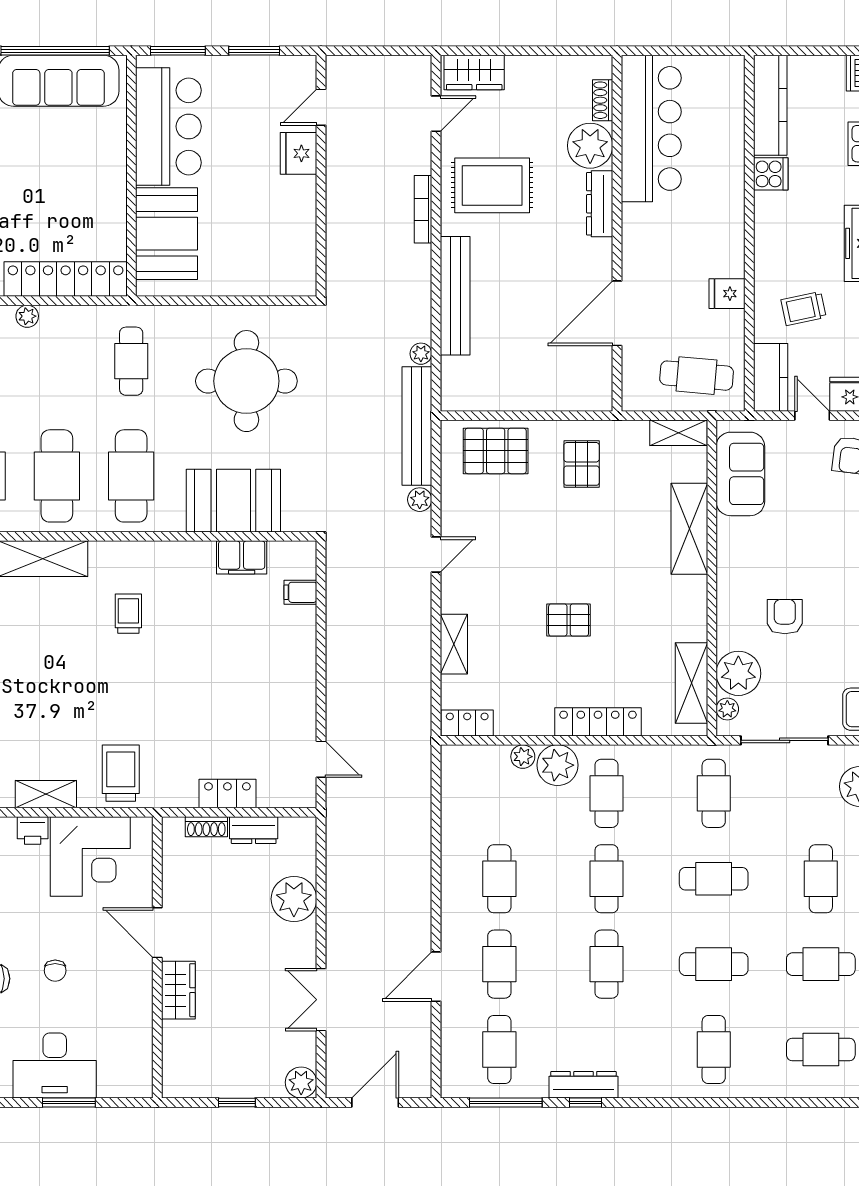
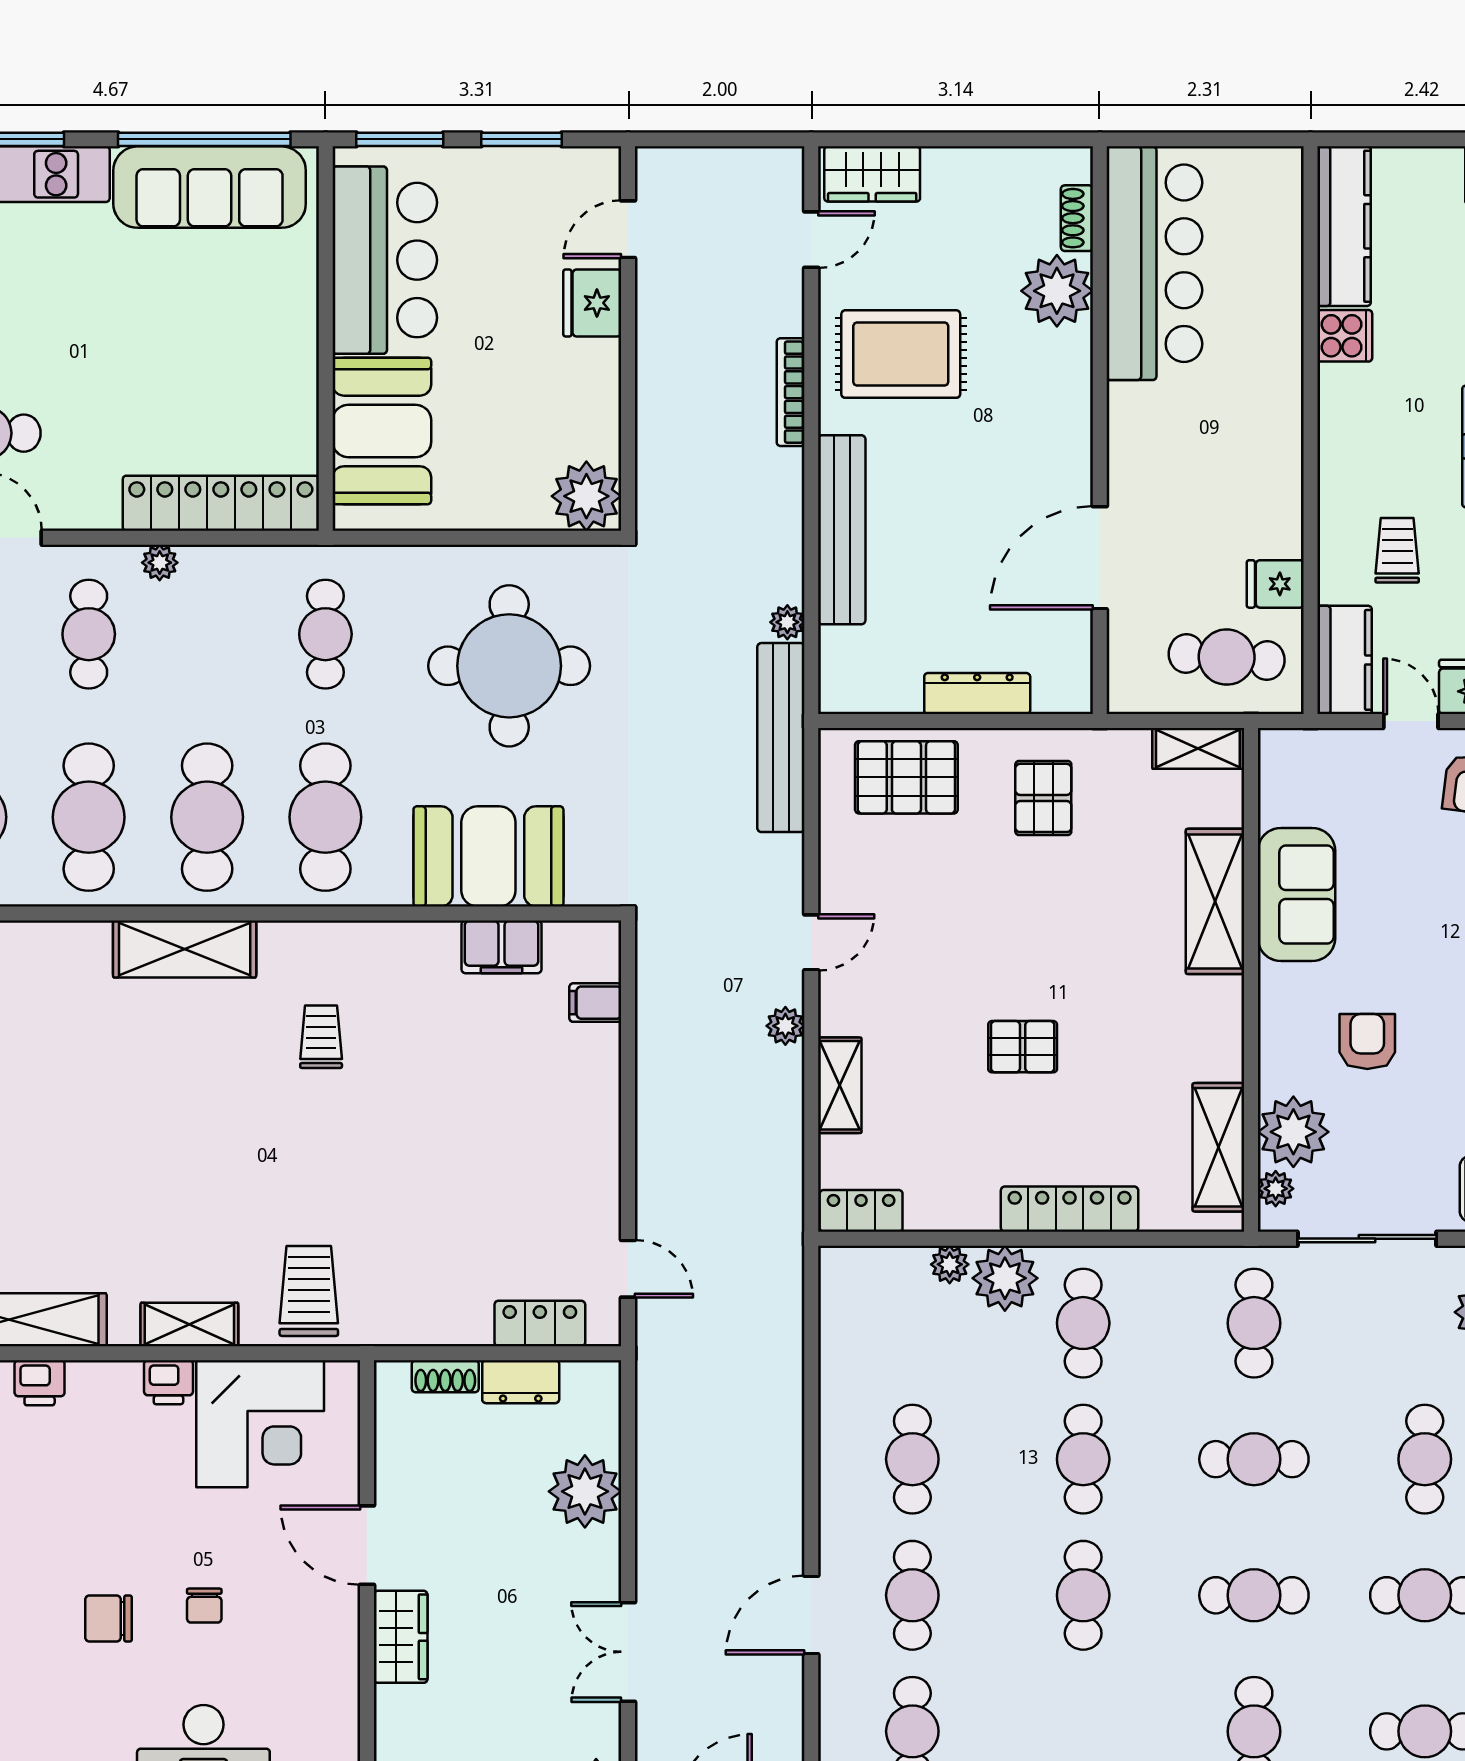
dresser: (600, 204) -> (977, 694), moved, turned 90
plant: (295, 275) -> (586, 496), added
fridge: (727, 294) -> (1275, 584), moved
trolley: (804, 309) -> (1397, 550), turned 102
sofa: (740, 474) -> (1296, 895), moved
plant: (420, 500) -> (785, 1026), moved
locker: (227, 794) -> (540, 1323), moved

